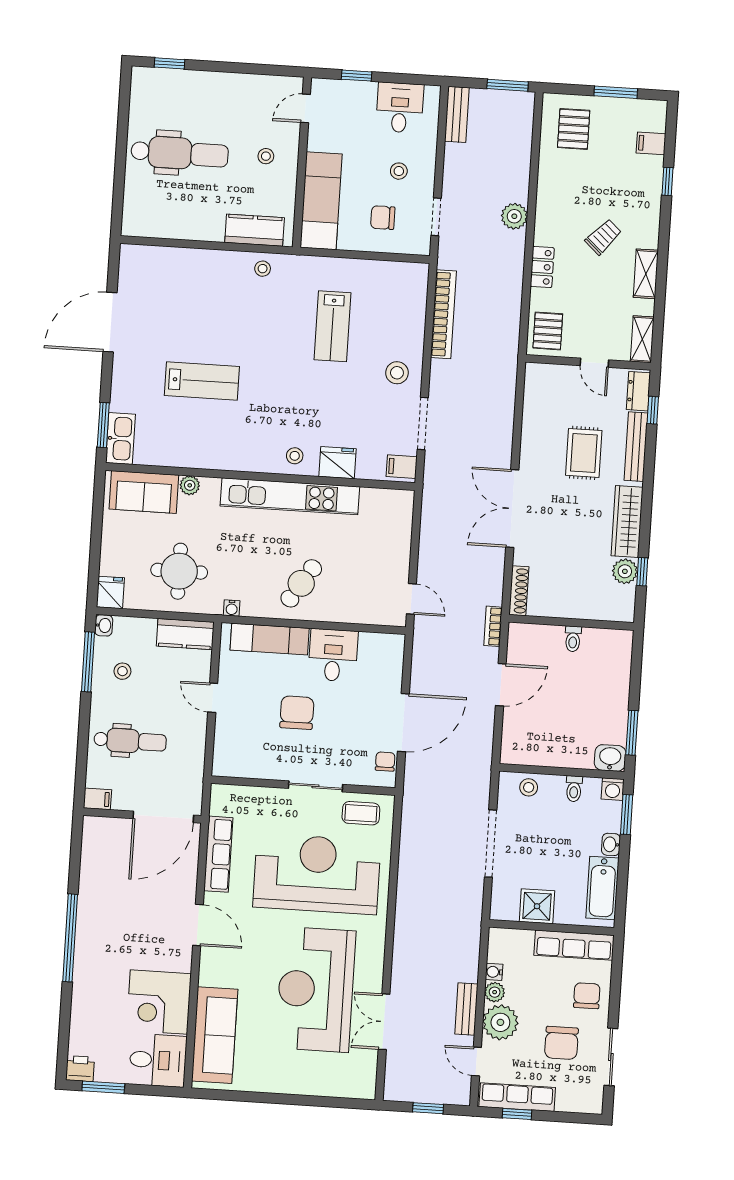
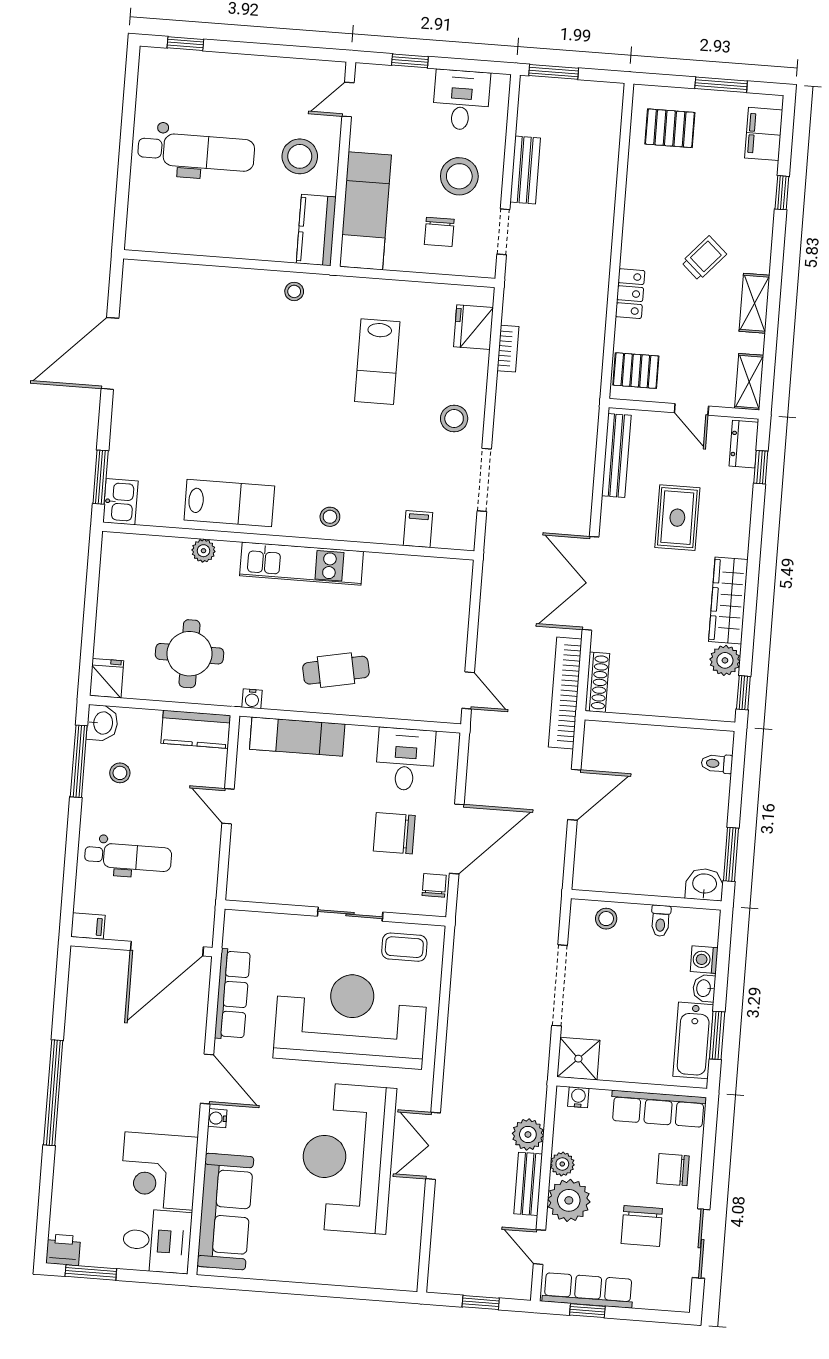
window: (508, 85) -> (554, 72), moved
bench: (457, 114) -> (525, 170), moved
pallet: (574, 129) -> (670, 128), turned 90
filing cabinet: (651, 143) -> (764, 134), width x2.00
stool: (266, 156) -> (300, 156), width x1.89, depth x1.89
stool: (399, 171) -> (459, 176), width x1.89, depth x1.89
plant: (514, 216) -> (528, 1134), moved
chair: (383, 218) -> (439, 232), turned -90
kitchen counter: (255, 230) -> (316, 230), moved, turned -90
bookcase: (443, 314) -> (508, 349), width x0.43, depth x0.76
pallet: (548, 331) -> (636, 371), turned 90
lab bench: (202, 381) -> (229, 503), moved
kitchen sink: (121, 439) -> (120, 502), width x0.73
bench: (636, 447) -> (616, 456), moved
fridge: (338, 463) -> (473, 327), moved, turned -90
filing cabinet: (402, 467) -> (418, 529), moved, turned 90
sofa: (144, 492) -> (148, 558), removed
kitchen unit: (290, 496) -> (302, 564), width x0.73
window: (642, 572) -> (743, 693), moved
cafe table: (301, 583) -> (336, 670), turned 46
washbasin: (104, 625) -> (102, 723), width x1.38, depth x1.45
bookcase: (493, 626) -> (565, 693), width x2.31, depth x1.31
toilet: (573, 639) -> (717, 764), moved, turned 90
desk: (333, 655) -> (405, 759), moved
chair: (297, 713) -> (394, 833), moved, turned -90
washing machine: (613, 789) -> (704, 960), moved, turned 90
window: (627, 815) -> (717, 1035), moved
shower: (537, 906) -> (578, 1059), moved
water cooler: (207, 958) -> (217, 1118), added
water cooler: (494, 972) -> (578, 1097), moved, turned 90
chair: (587, 996) -> (673, 1170), turned -90
double door: (384, 1022) -> (433, 1146), moved

